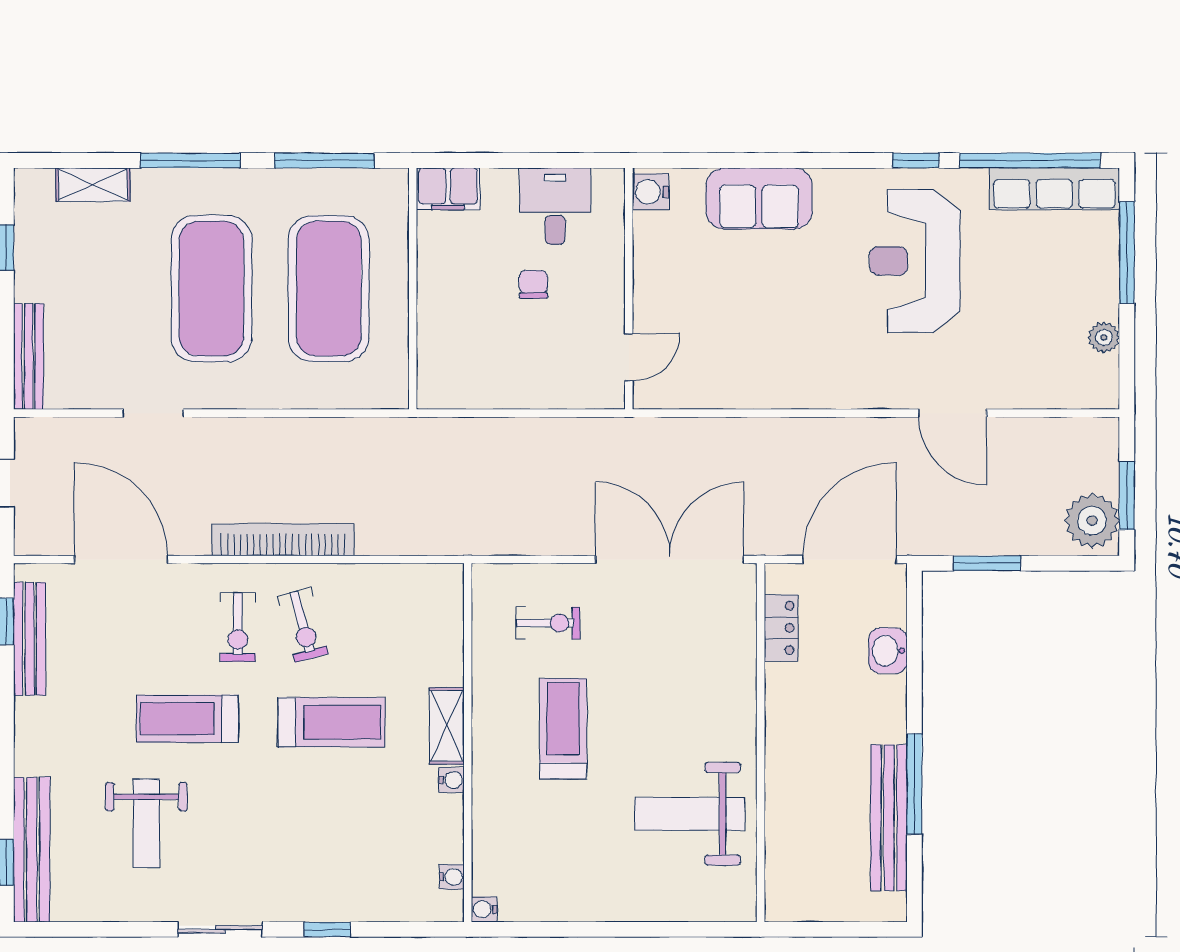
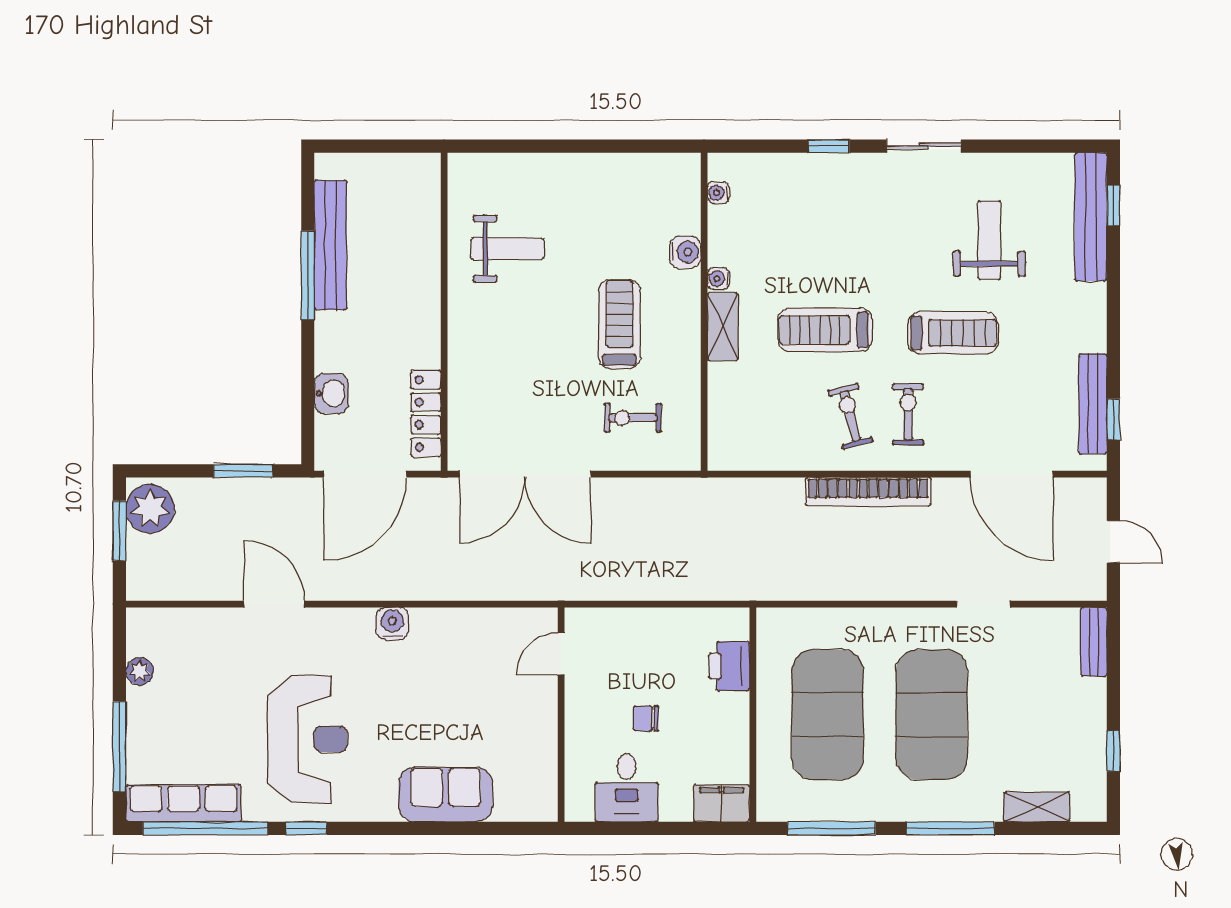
water cooler: (651, 192) -> (392, 623), moved, turned -90
chair: (533, 284) -> (646, 718), turned 90
printer: (440, 343) -> (729, 666), added
bench: (29, 357) -> (1094, 642), width x0.73
locker: (781, 628) -> (426, 414), width x1.53
treadmill: (563, 729) -> (619, 324), turned 180
weight bench: (690, 814) -> (507, 249), width x0.73, depth x0.75
water cooler: (484, 909) -> (685, 252), moved, width x1.38, depth x1.38

